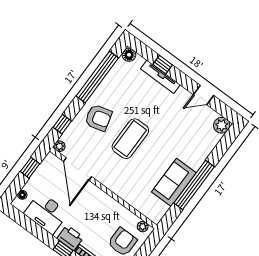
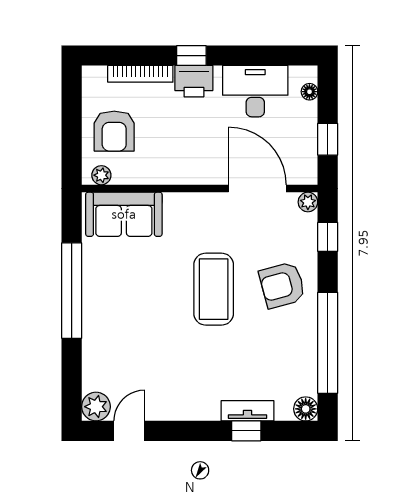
tv unit: (160, 77) -> (247, 411), width x0.71
door: (203, 95) -> (129, 431), moved
sofa: (174, 182) -> (124, 214), moved, turned 90

